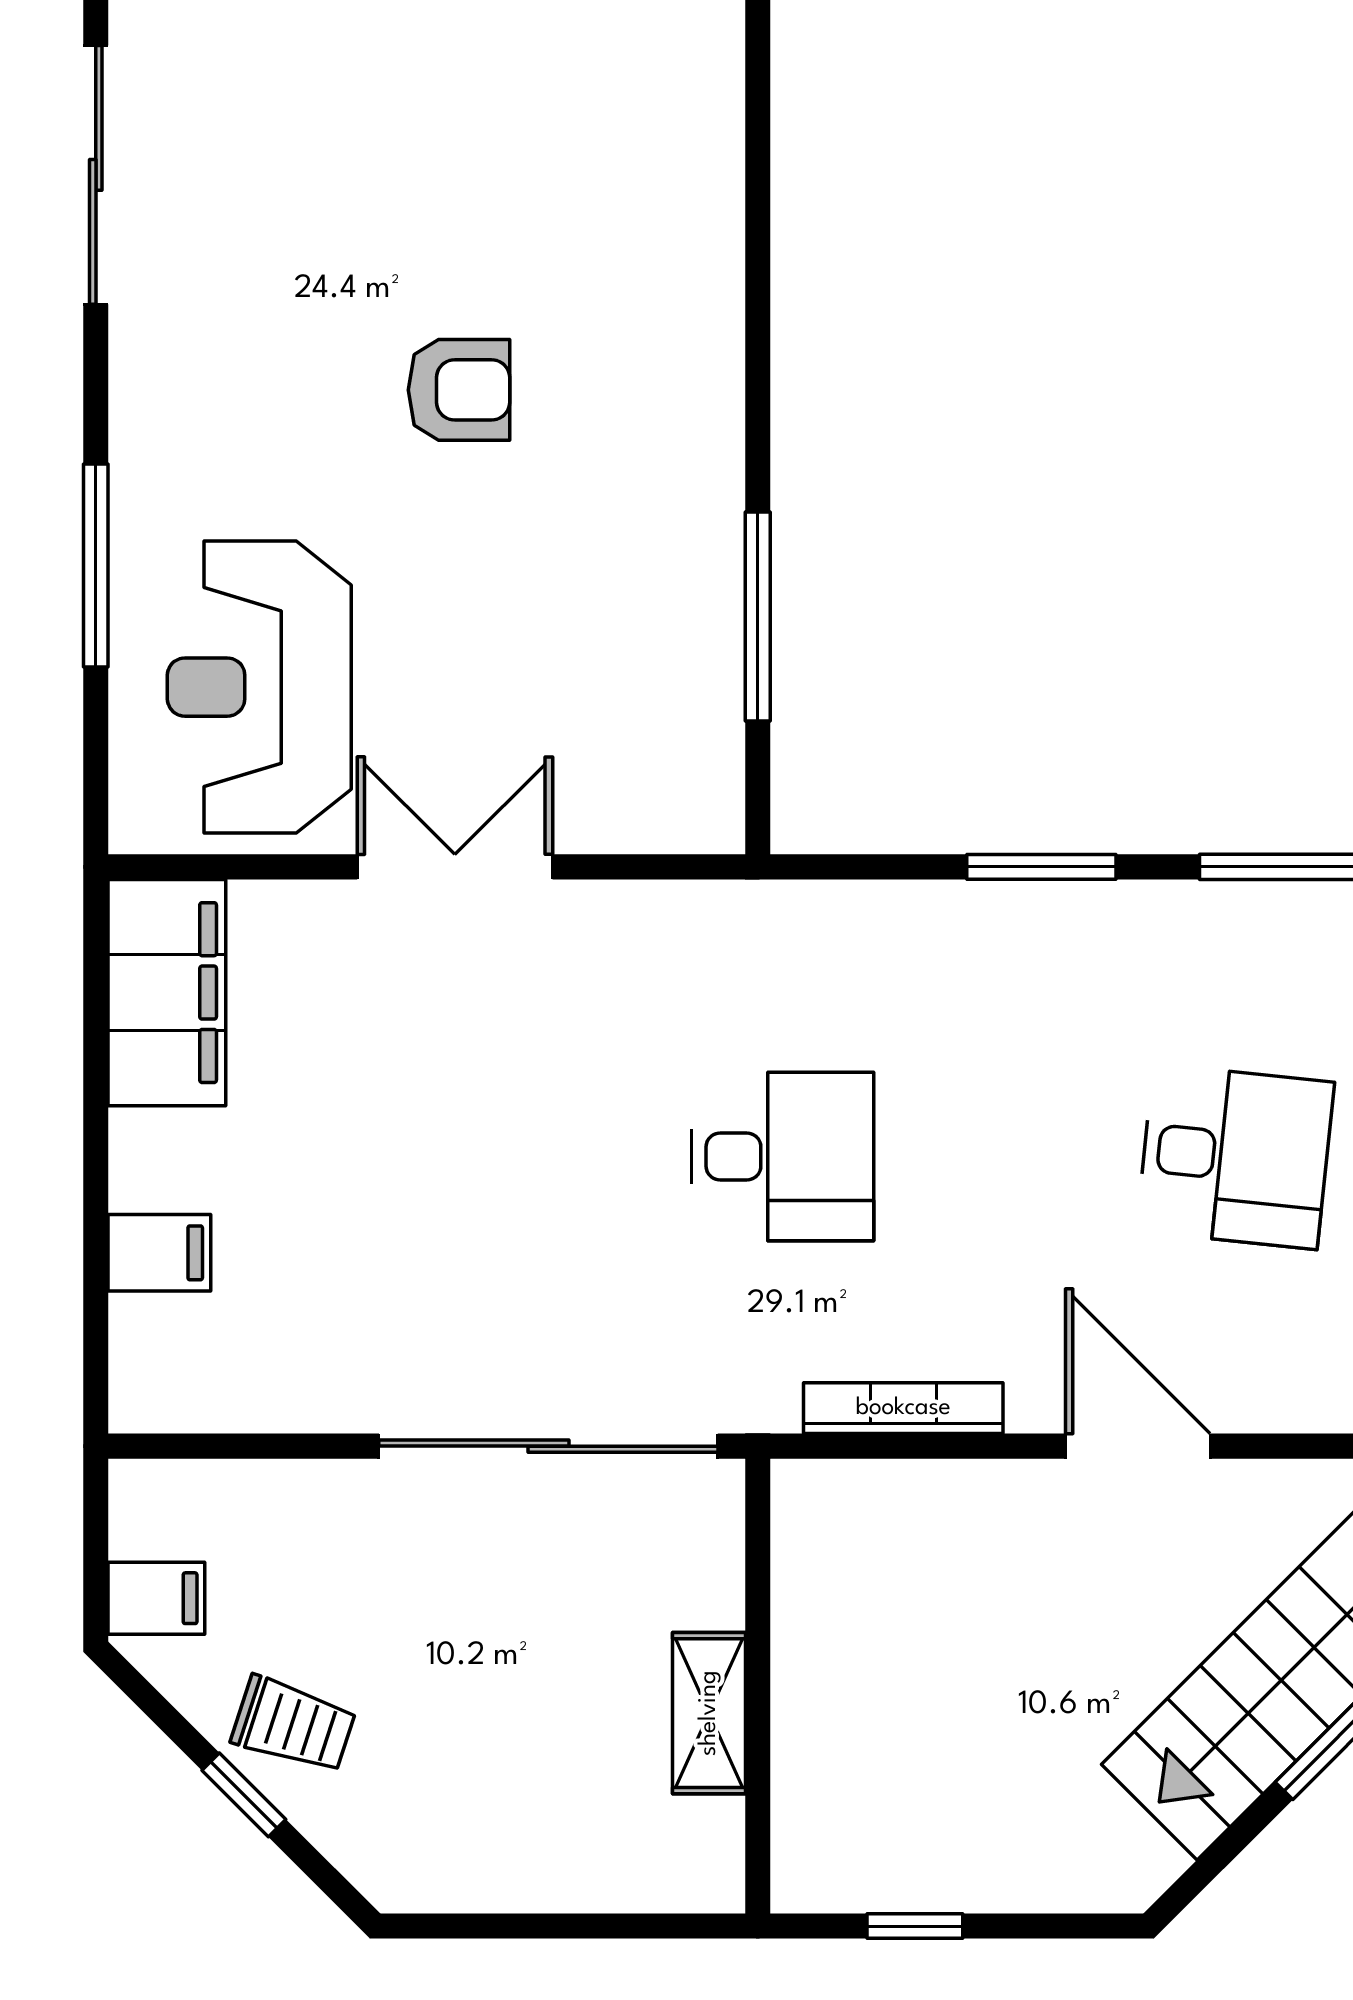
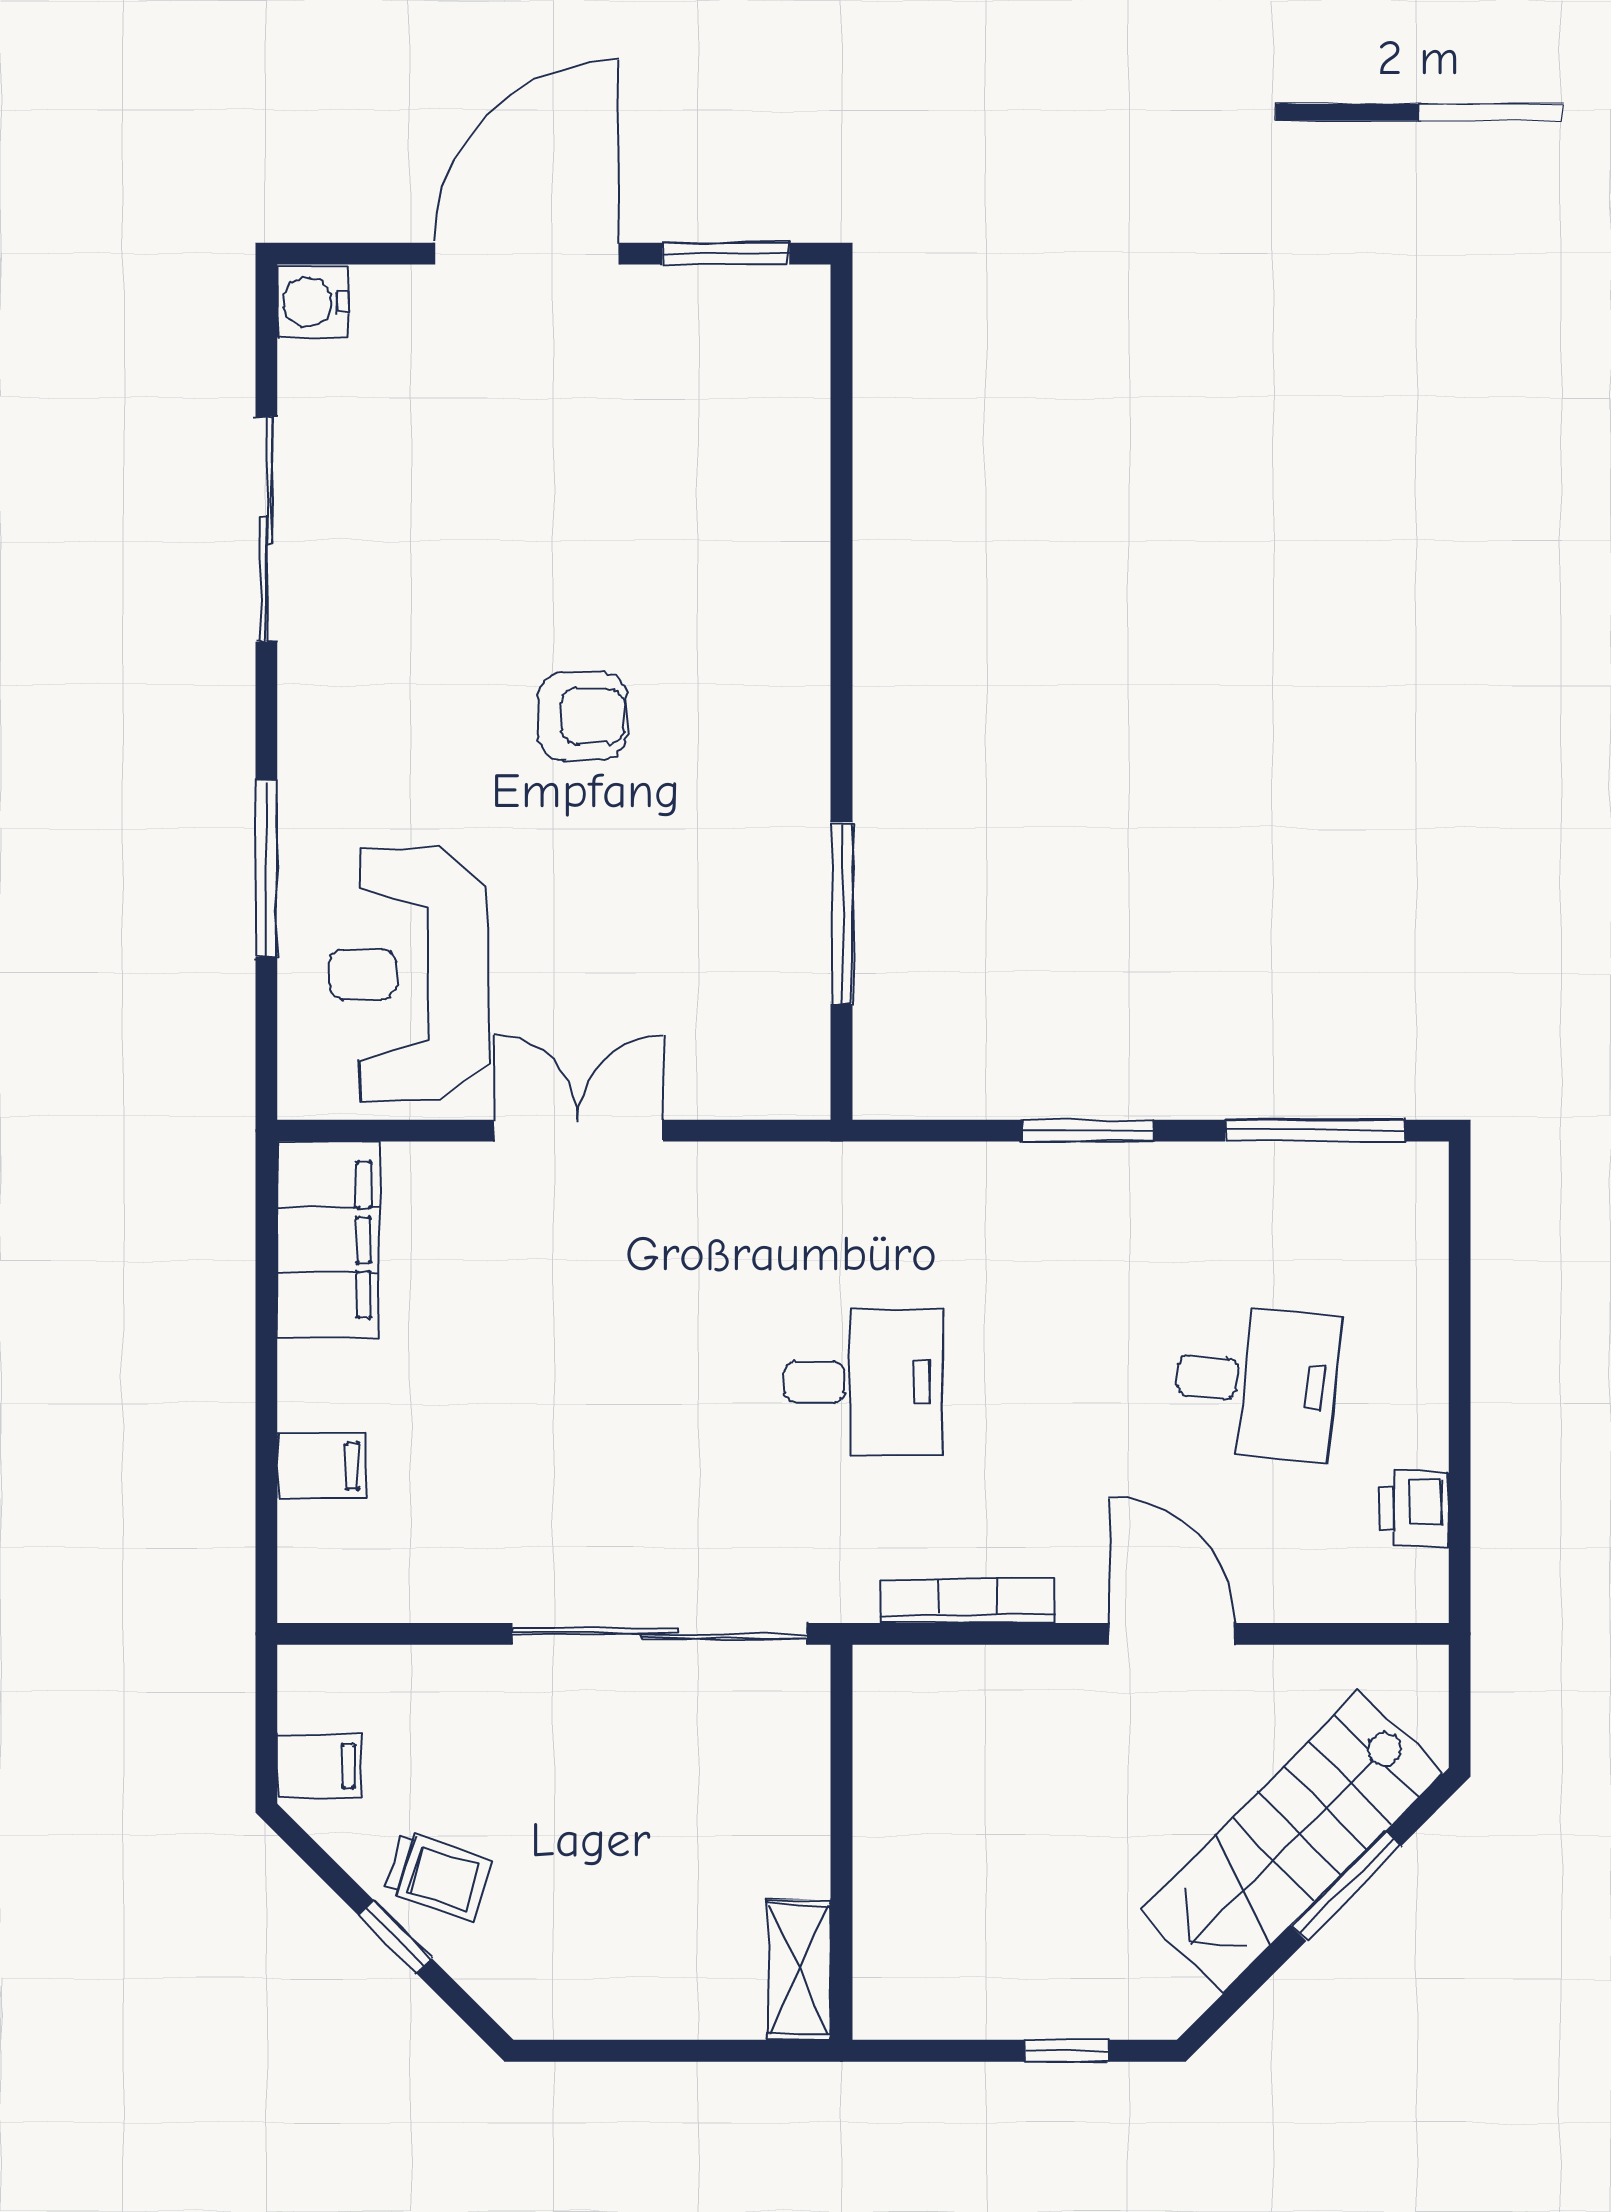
shelving: (709, 1713) -> (799, 1970), moved
window: (915, 1926) -> (1067, 2051), moved

